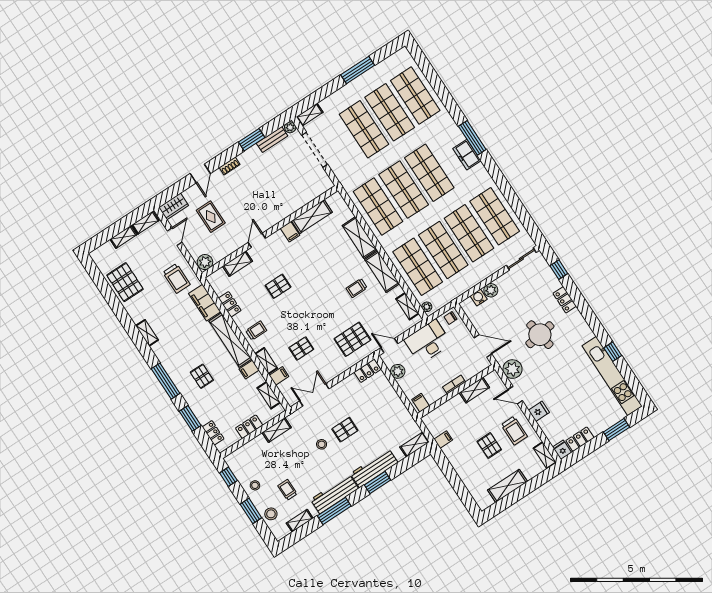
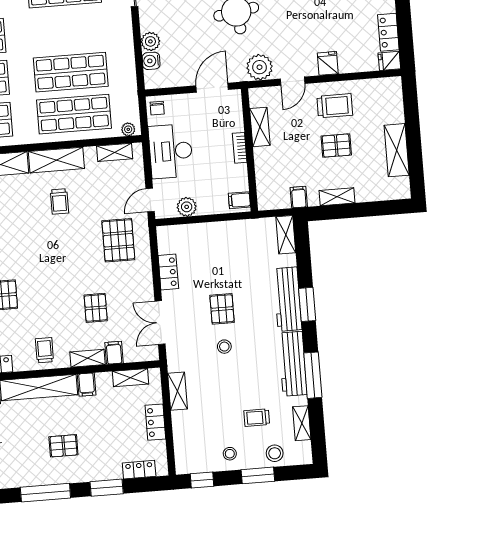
shop shelf: (469, 233) -> (67, 30), removed
locker: (367, 371) -> (168, 272), moved
shelving: (545, 455) -> (337, 197), moved

